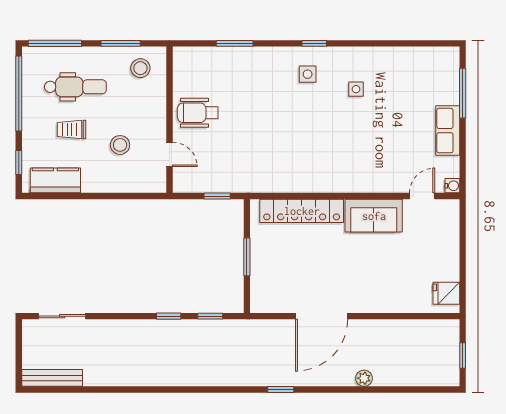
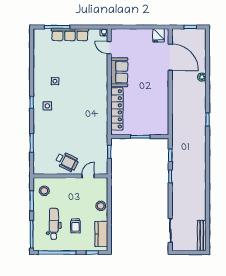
wheelchair: (198, 113) -> (67, 162), turned -64
row of seats: (448, 131) -> (70, 35), width x1.48
stool: (120, 145) -> (101, 206), moved
door: (322, 316) -> (170, 57), moved

